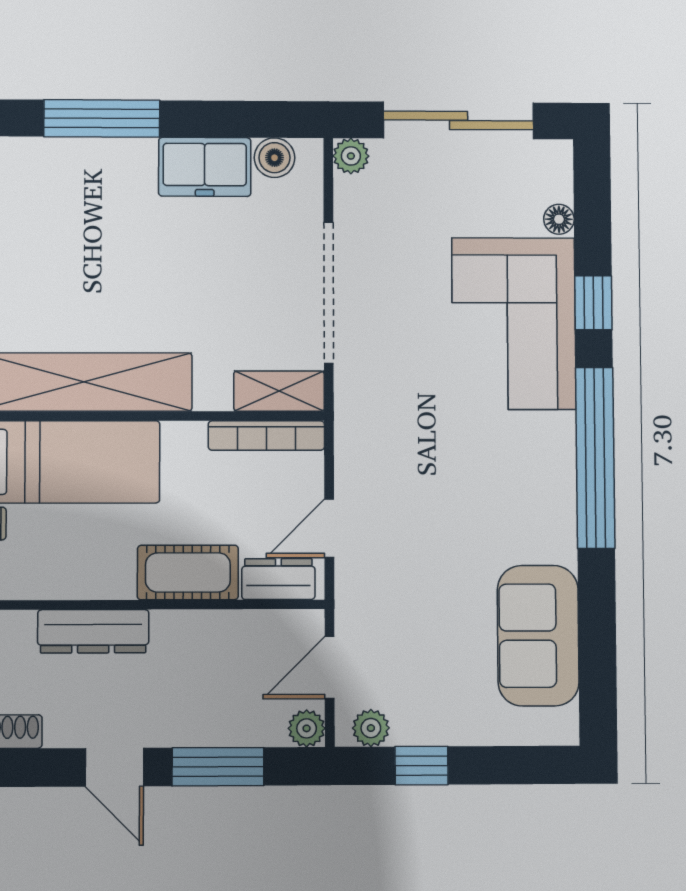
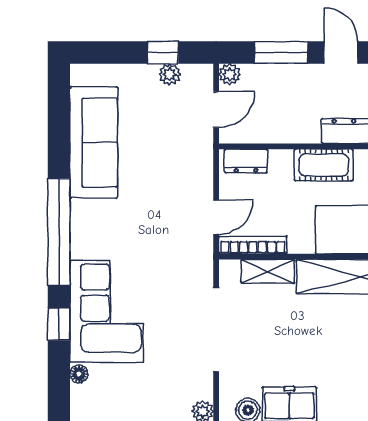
shelving: (279, 391) -> (268, 271), moved
door: (329, 528) -> (216, 217), moved
cot: (188, 572) -> (324, 165), moved
sofa: (538, 636) -> (94, 142), width x1.36
plant: (371, 728) -> (170, 74), moved

